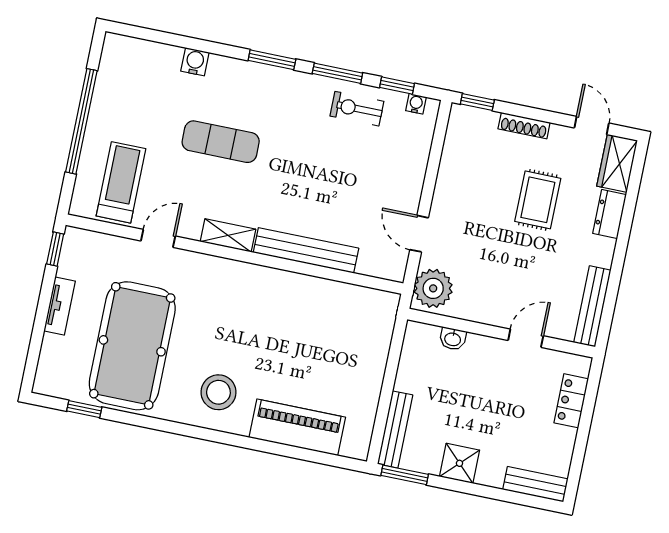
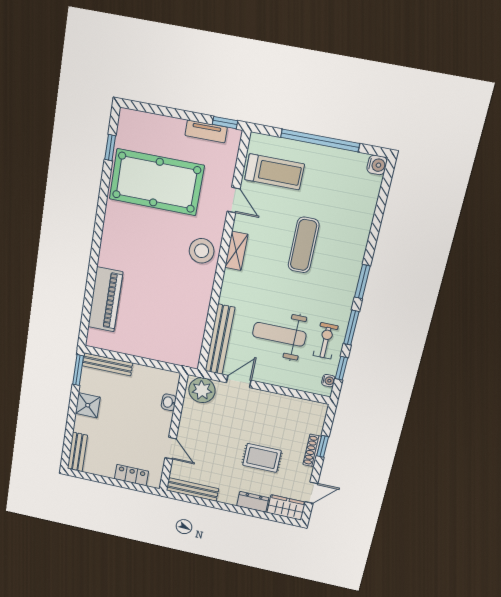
water cooler: (195, 62) -> (377, 165), moved
window: (477, 102) -> (323, 446), moved
weight bench: (348, 175) -> (279, 334), added
bench: (306, 250) -> (220, 339), moved
tv unit: (60, 306) -> (206, 131), moved
stool: (218, 392) -> (202, 251), moved

